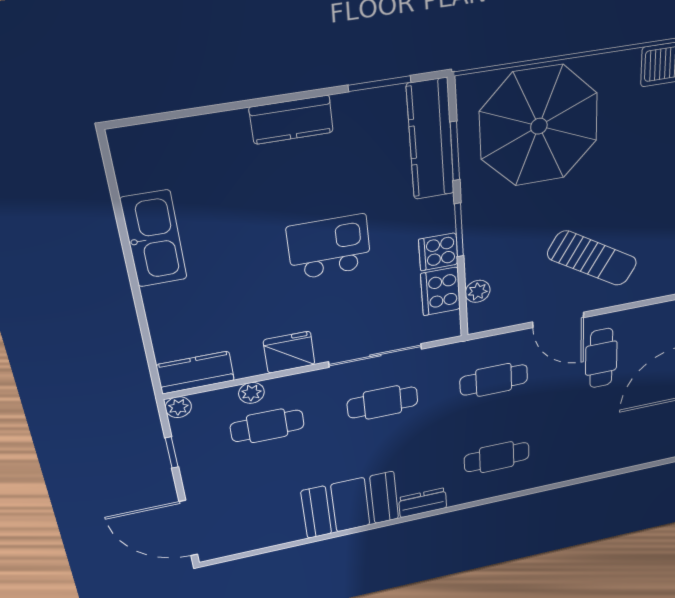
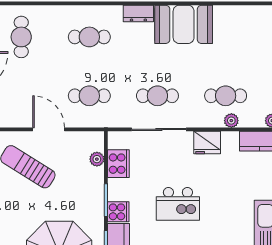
cooker: (438, 252) -> (118, 212), moved
cafe table: (601, 358) -> (21, 37), moved

